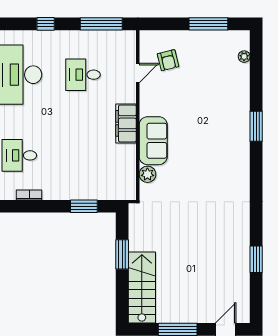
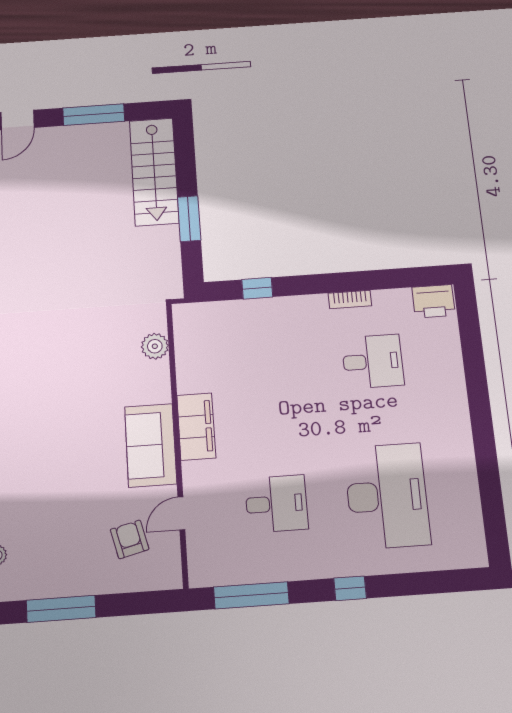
sofa: (153, 141) -> (151, 445), moved
window: (84, 206) -> (257, 288), width x0.67

